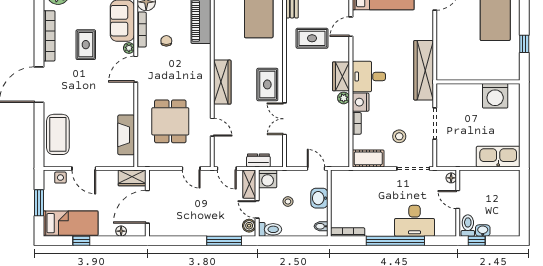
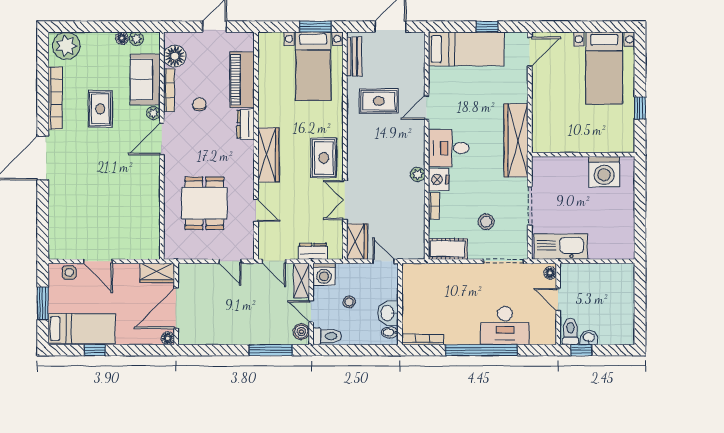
door: (351, 27) -> (427, 107), moved
dresser: (204, 57) -> (246, 124), added
wardrobe: (341, 76) -> (357, 242), moved, turned 180
coffee table: (58, 134) -> (66, 219), removed
fireplace: (126, 135) -> (150, 220), removed
kitchen sink: (498, 157) -> (561, 247), moved
washbasin: (319, 198) -> (388, 313), moved
floor lamp: (121, 231) -> (168, 338), moved

